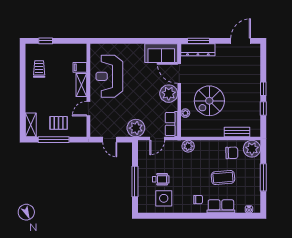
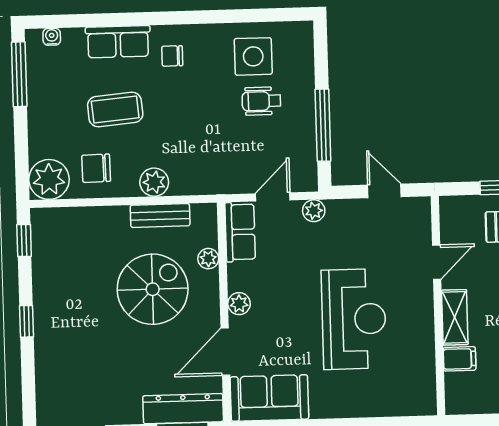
door: (179, 73) -> (225, 352), swing flipped
reception desk: (109, 76) -> (354, 319), moved
plant: (169, 94) -> (239, 304), width x0.53, depth x0.53
window: (263, 108) -> (24, 240), moved
plant: (136, 128) -> (314, 211), width x0.53, depth x0.53
bench: (237, 132) -> (160, 215), moved
plant: (188, 146) -> (154, 182), moved
window: (263, 177) -> (19, 74), moved
window: (135, 182) -> (323, 125), moved

